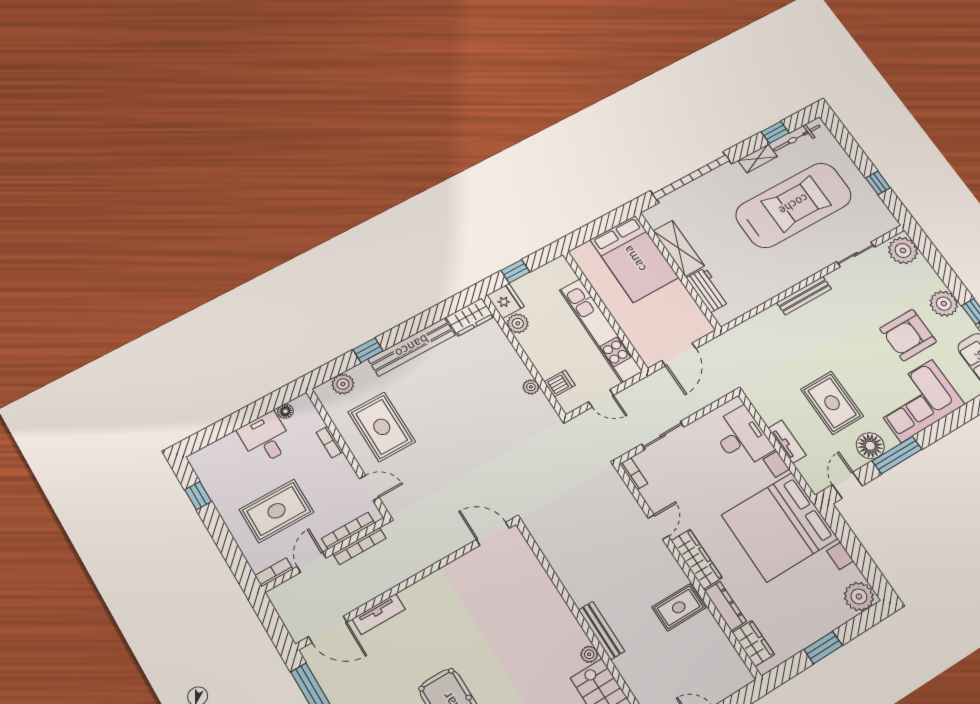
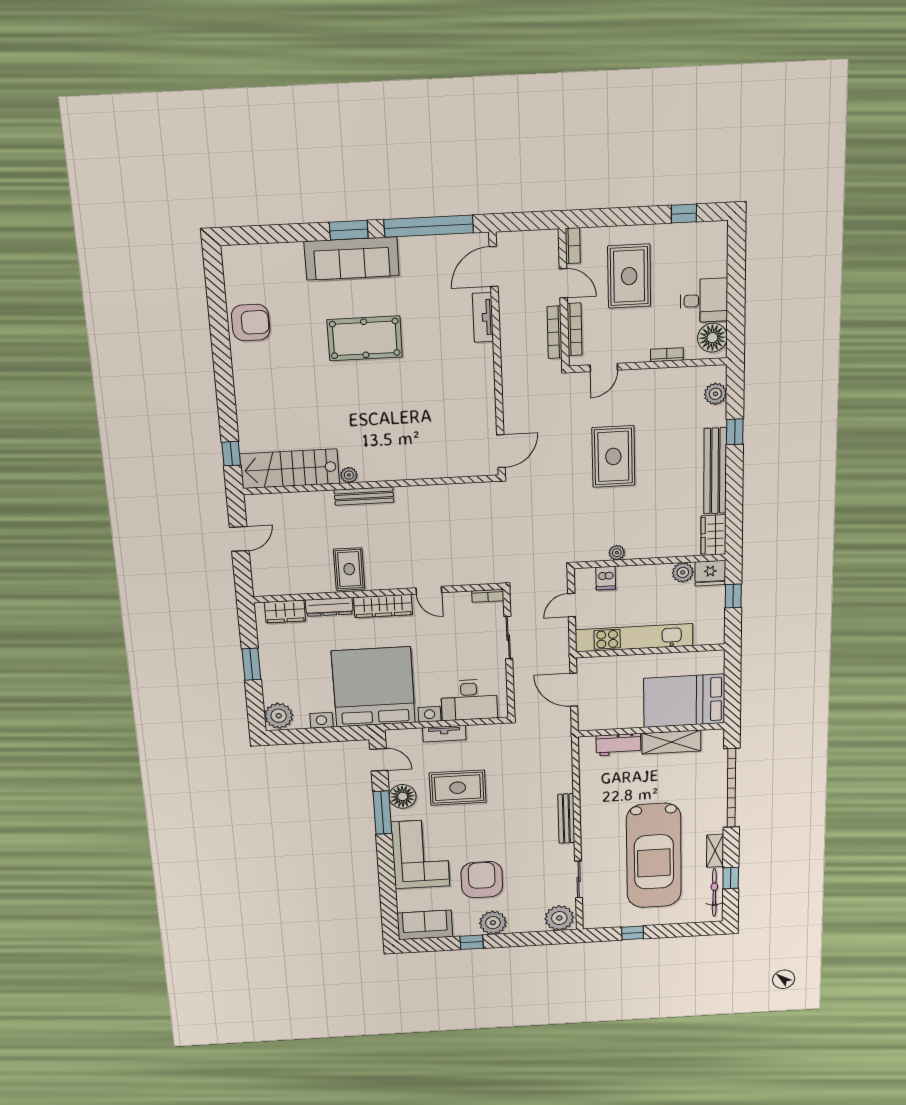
floor lamp: (285, 411) -> (712, 338), width x1.89, depth x1.89
rug: (382, 427) -> (613, 456), moved, turned 90

